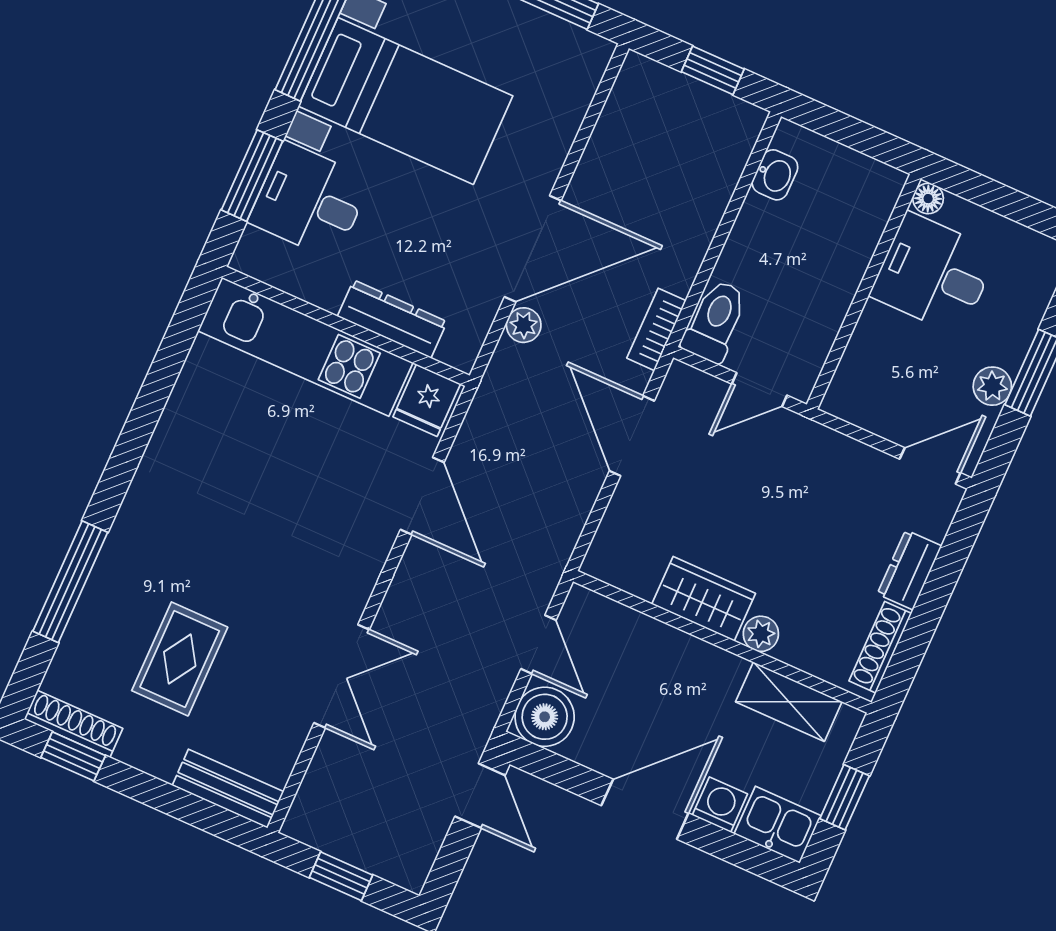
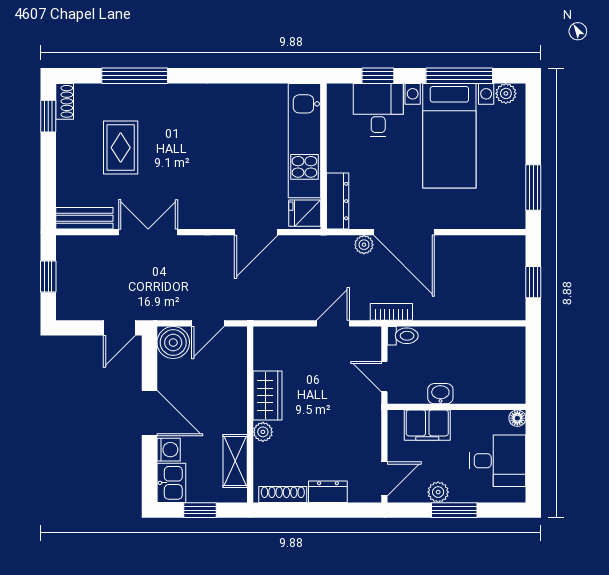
washbasin: (775, 175) -> (440, 394), moved, turned 180
window: (252, 176) -> (378, 76), width x0.67
desk: (934, 274) -> (498, 461), moved, turned 90
dresser: (392, 319) -> (338, 201), moved
toilet: (715, 321) -> (403, 336), width x0.73, depth x0.72
filing cabinet: (872, 354) -> (427, 425), added
door: (632, 436) -> (333, 323), width x0.73
door: (930, 466) -> (384, 479), hinge flipped
rug: (180, 659) -> (121, 148), turned 90
double door: (342, 676) -> (148, 232), swing flipped
shoe rack: (73, 724) -> (65, 101), width x0.70
bench: (228, 789) -> (84, 218), moved, turned 90

